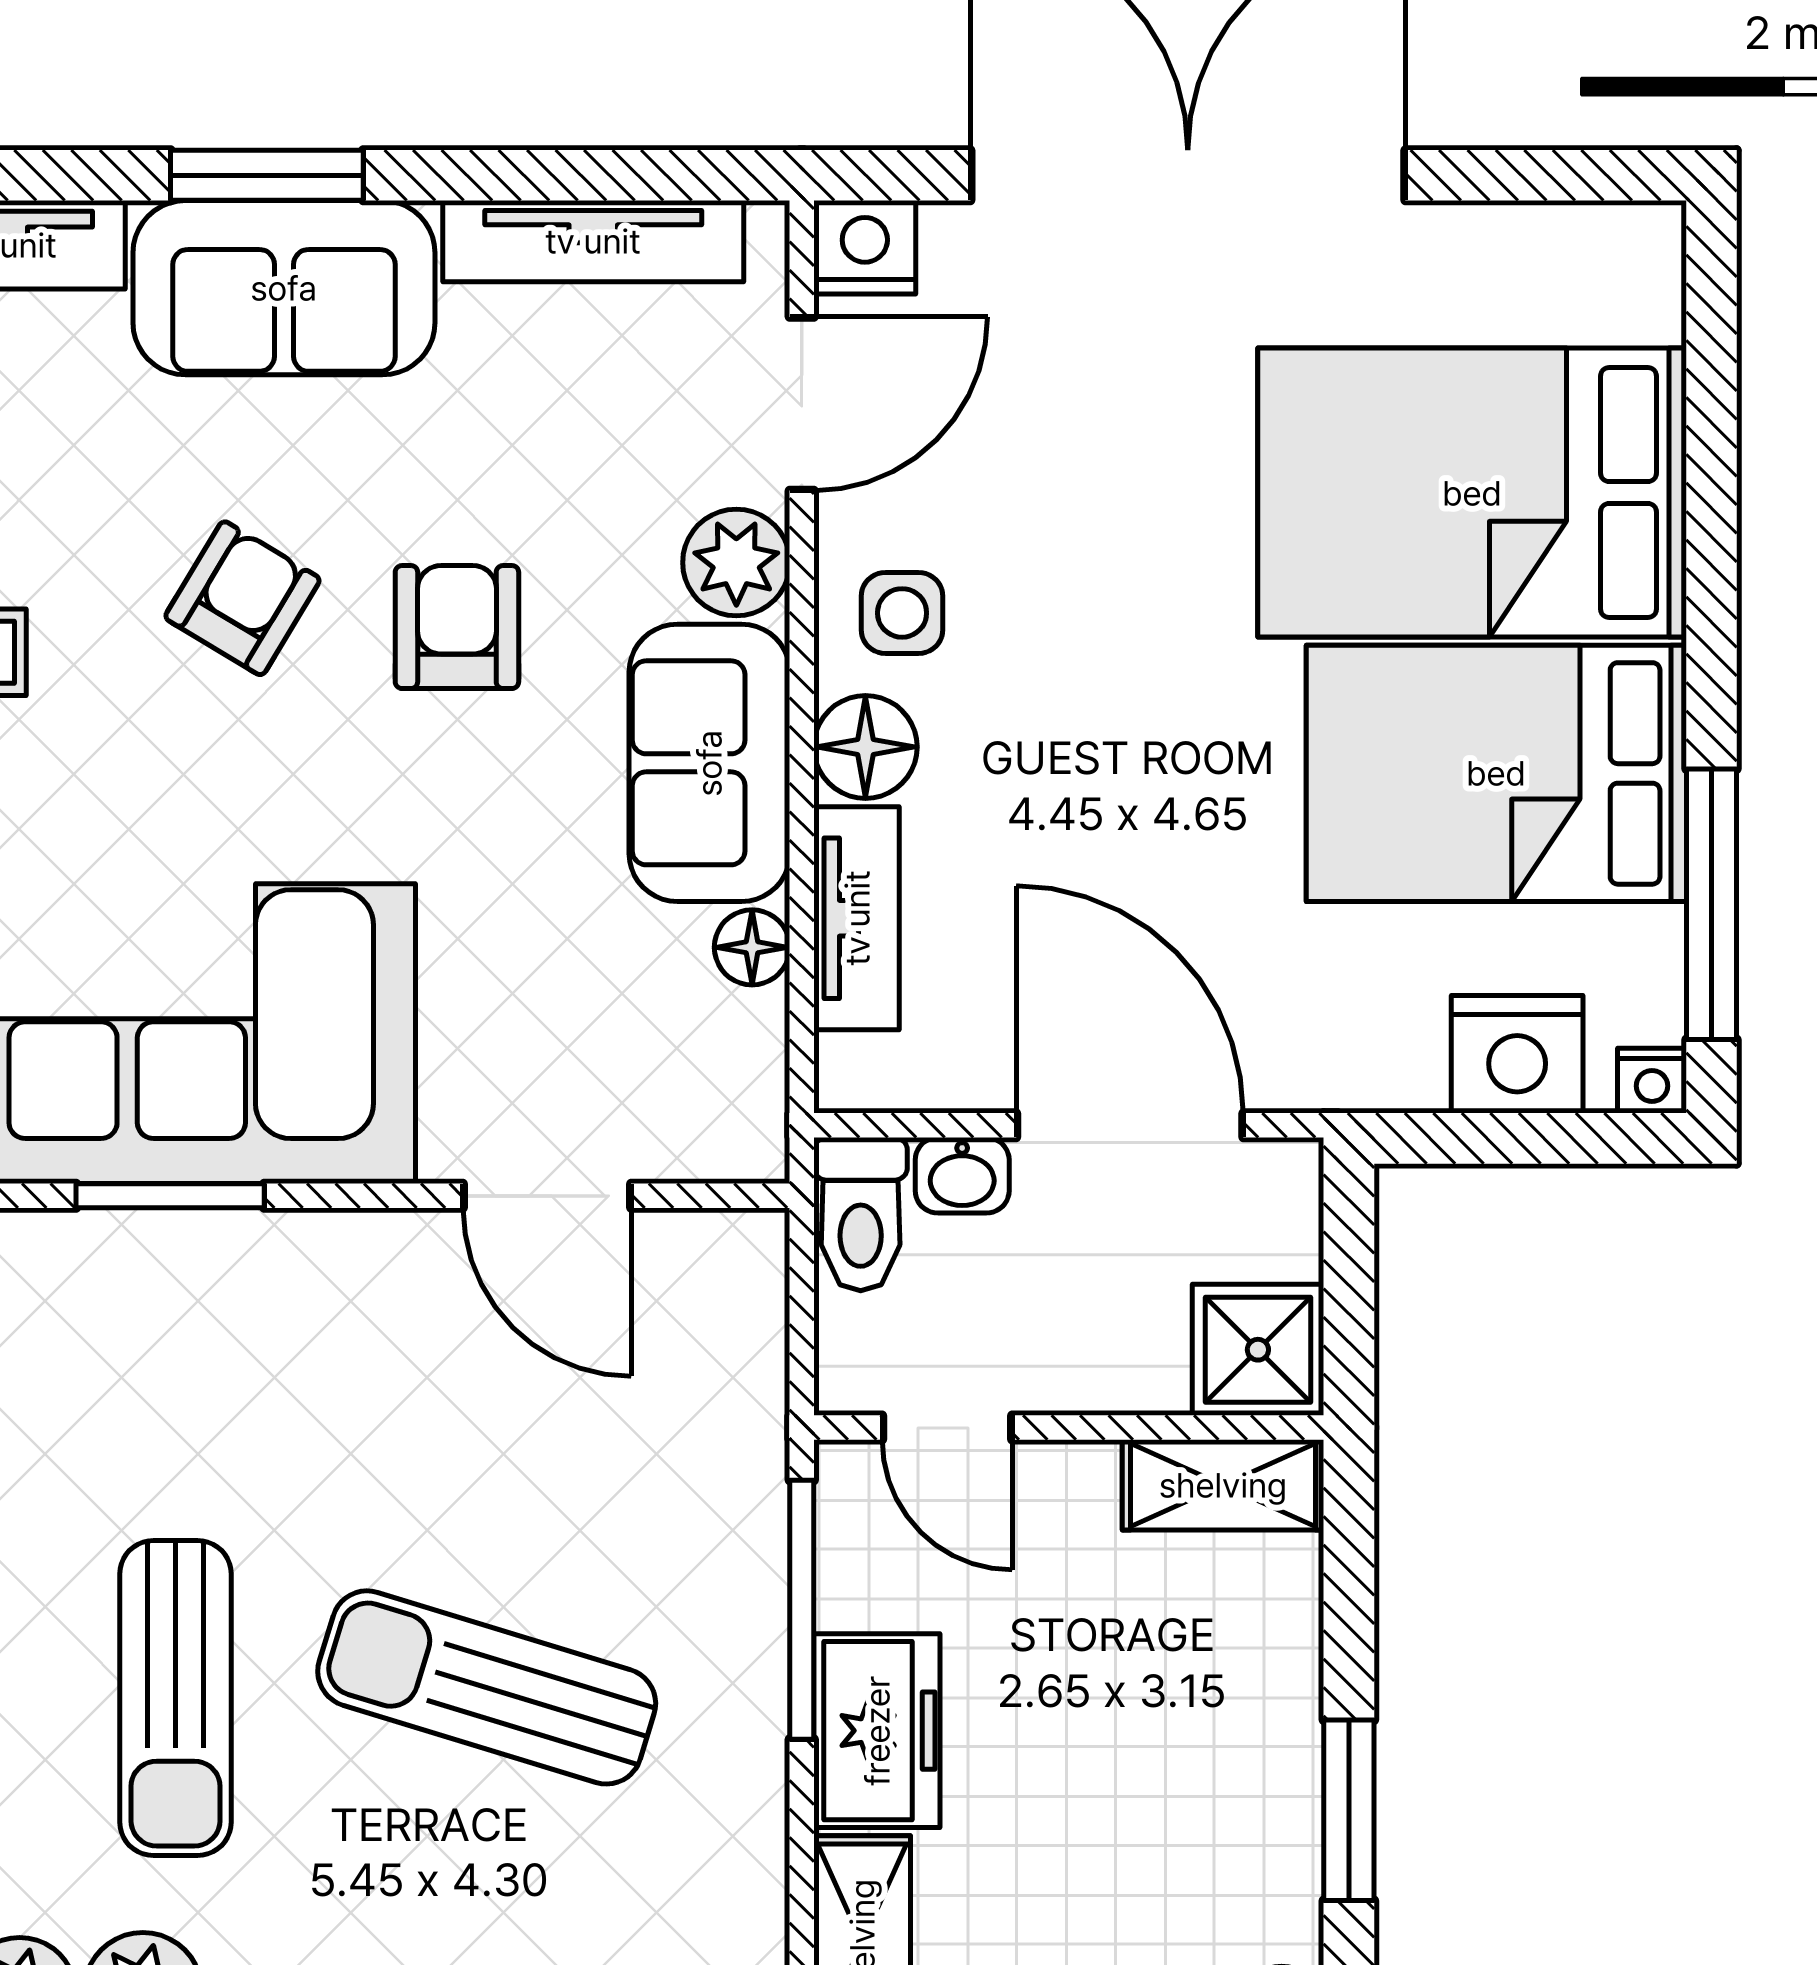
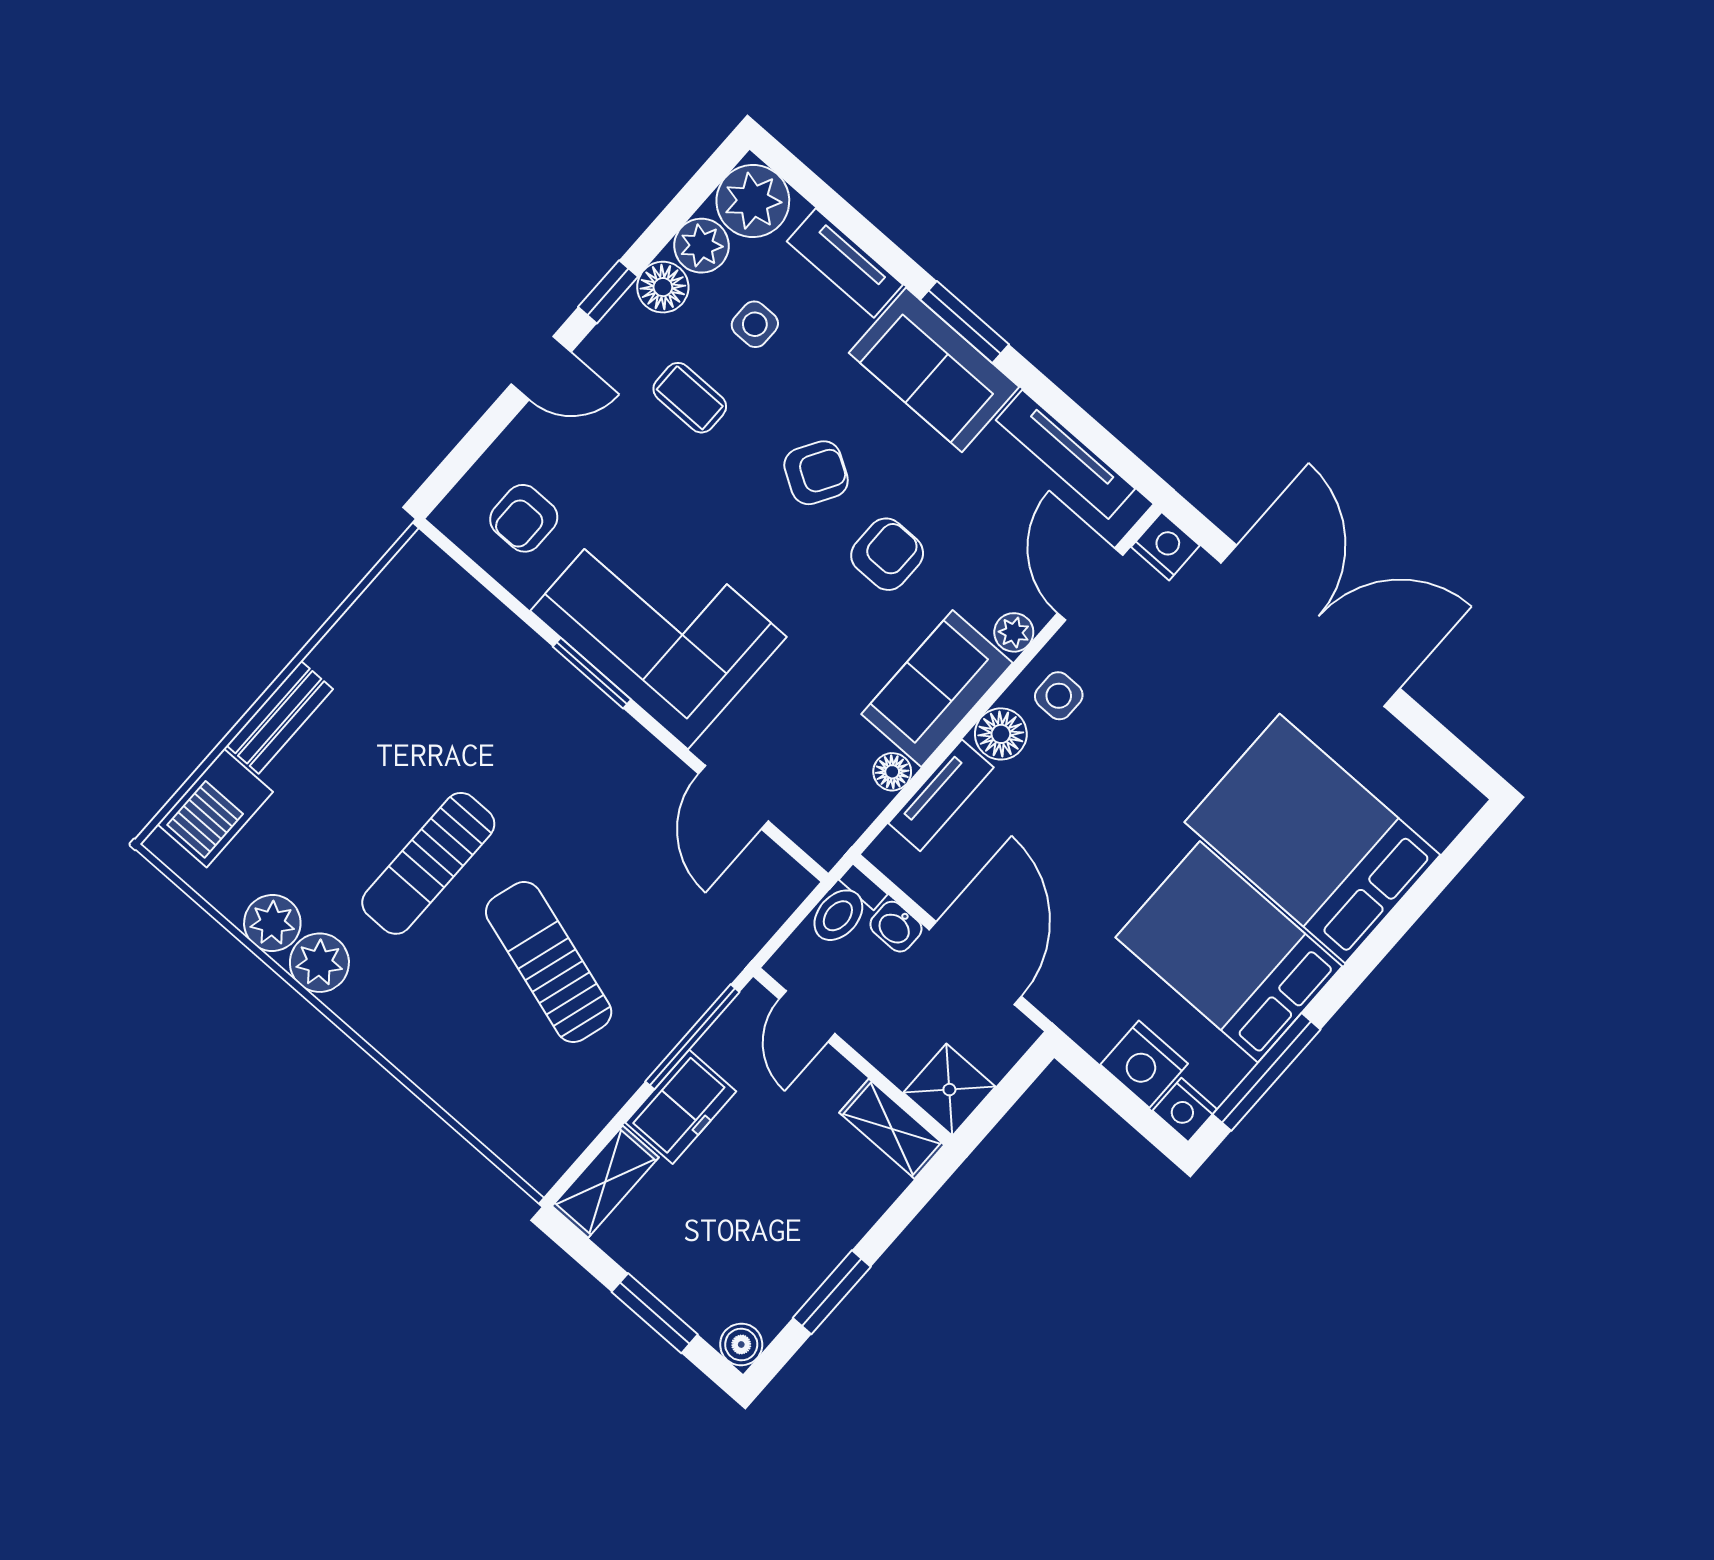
door: (802, 404) -> (1090, 584), swing flipped
plant: (736, 563) -> (1014, 632), width x0.73, depth x0.73
nightstand: (1652, 1081) -> (1185, 1110), width x1.39, depth x1.35

